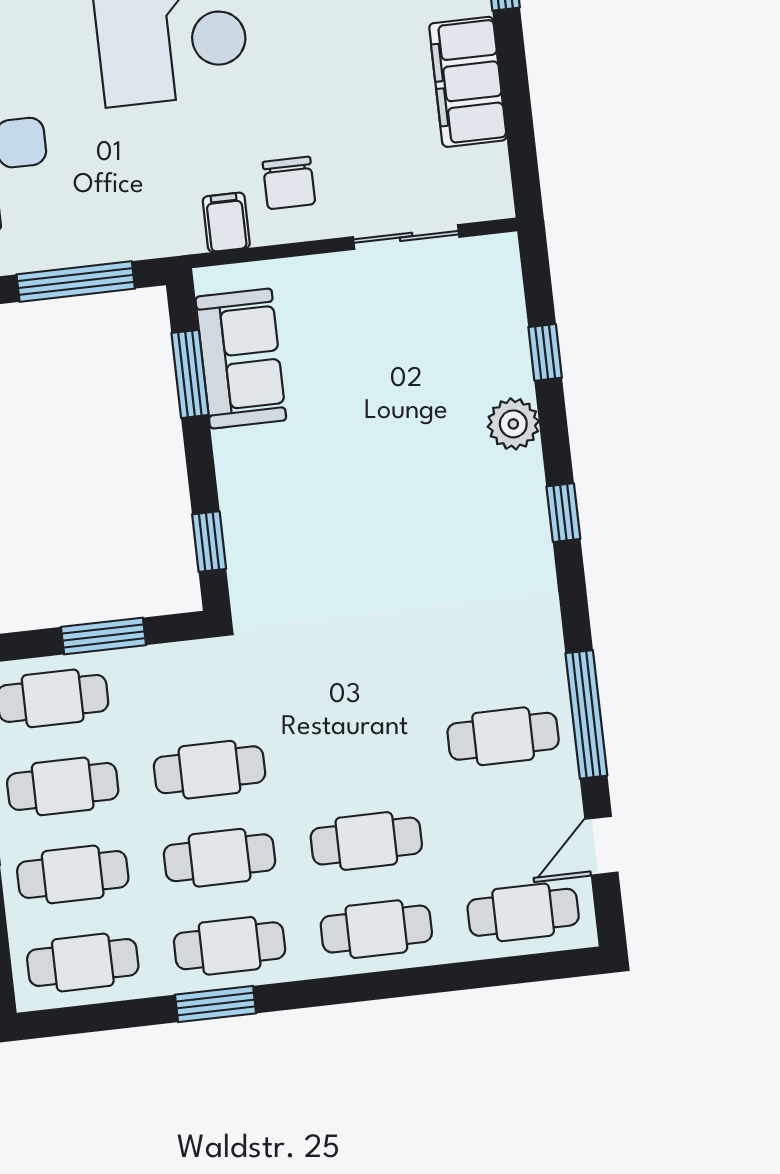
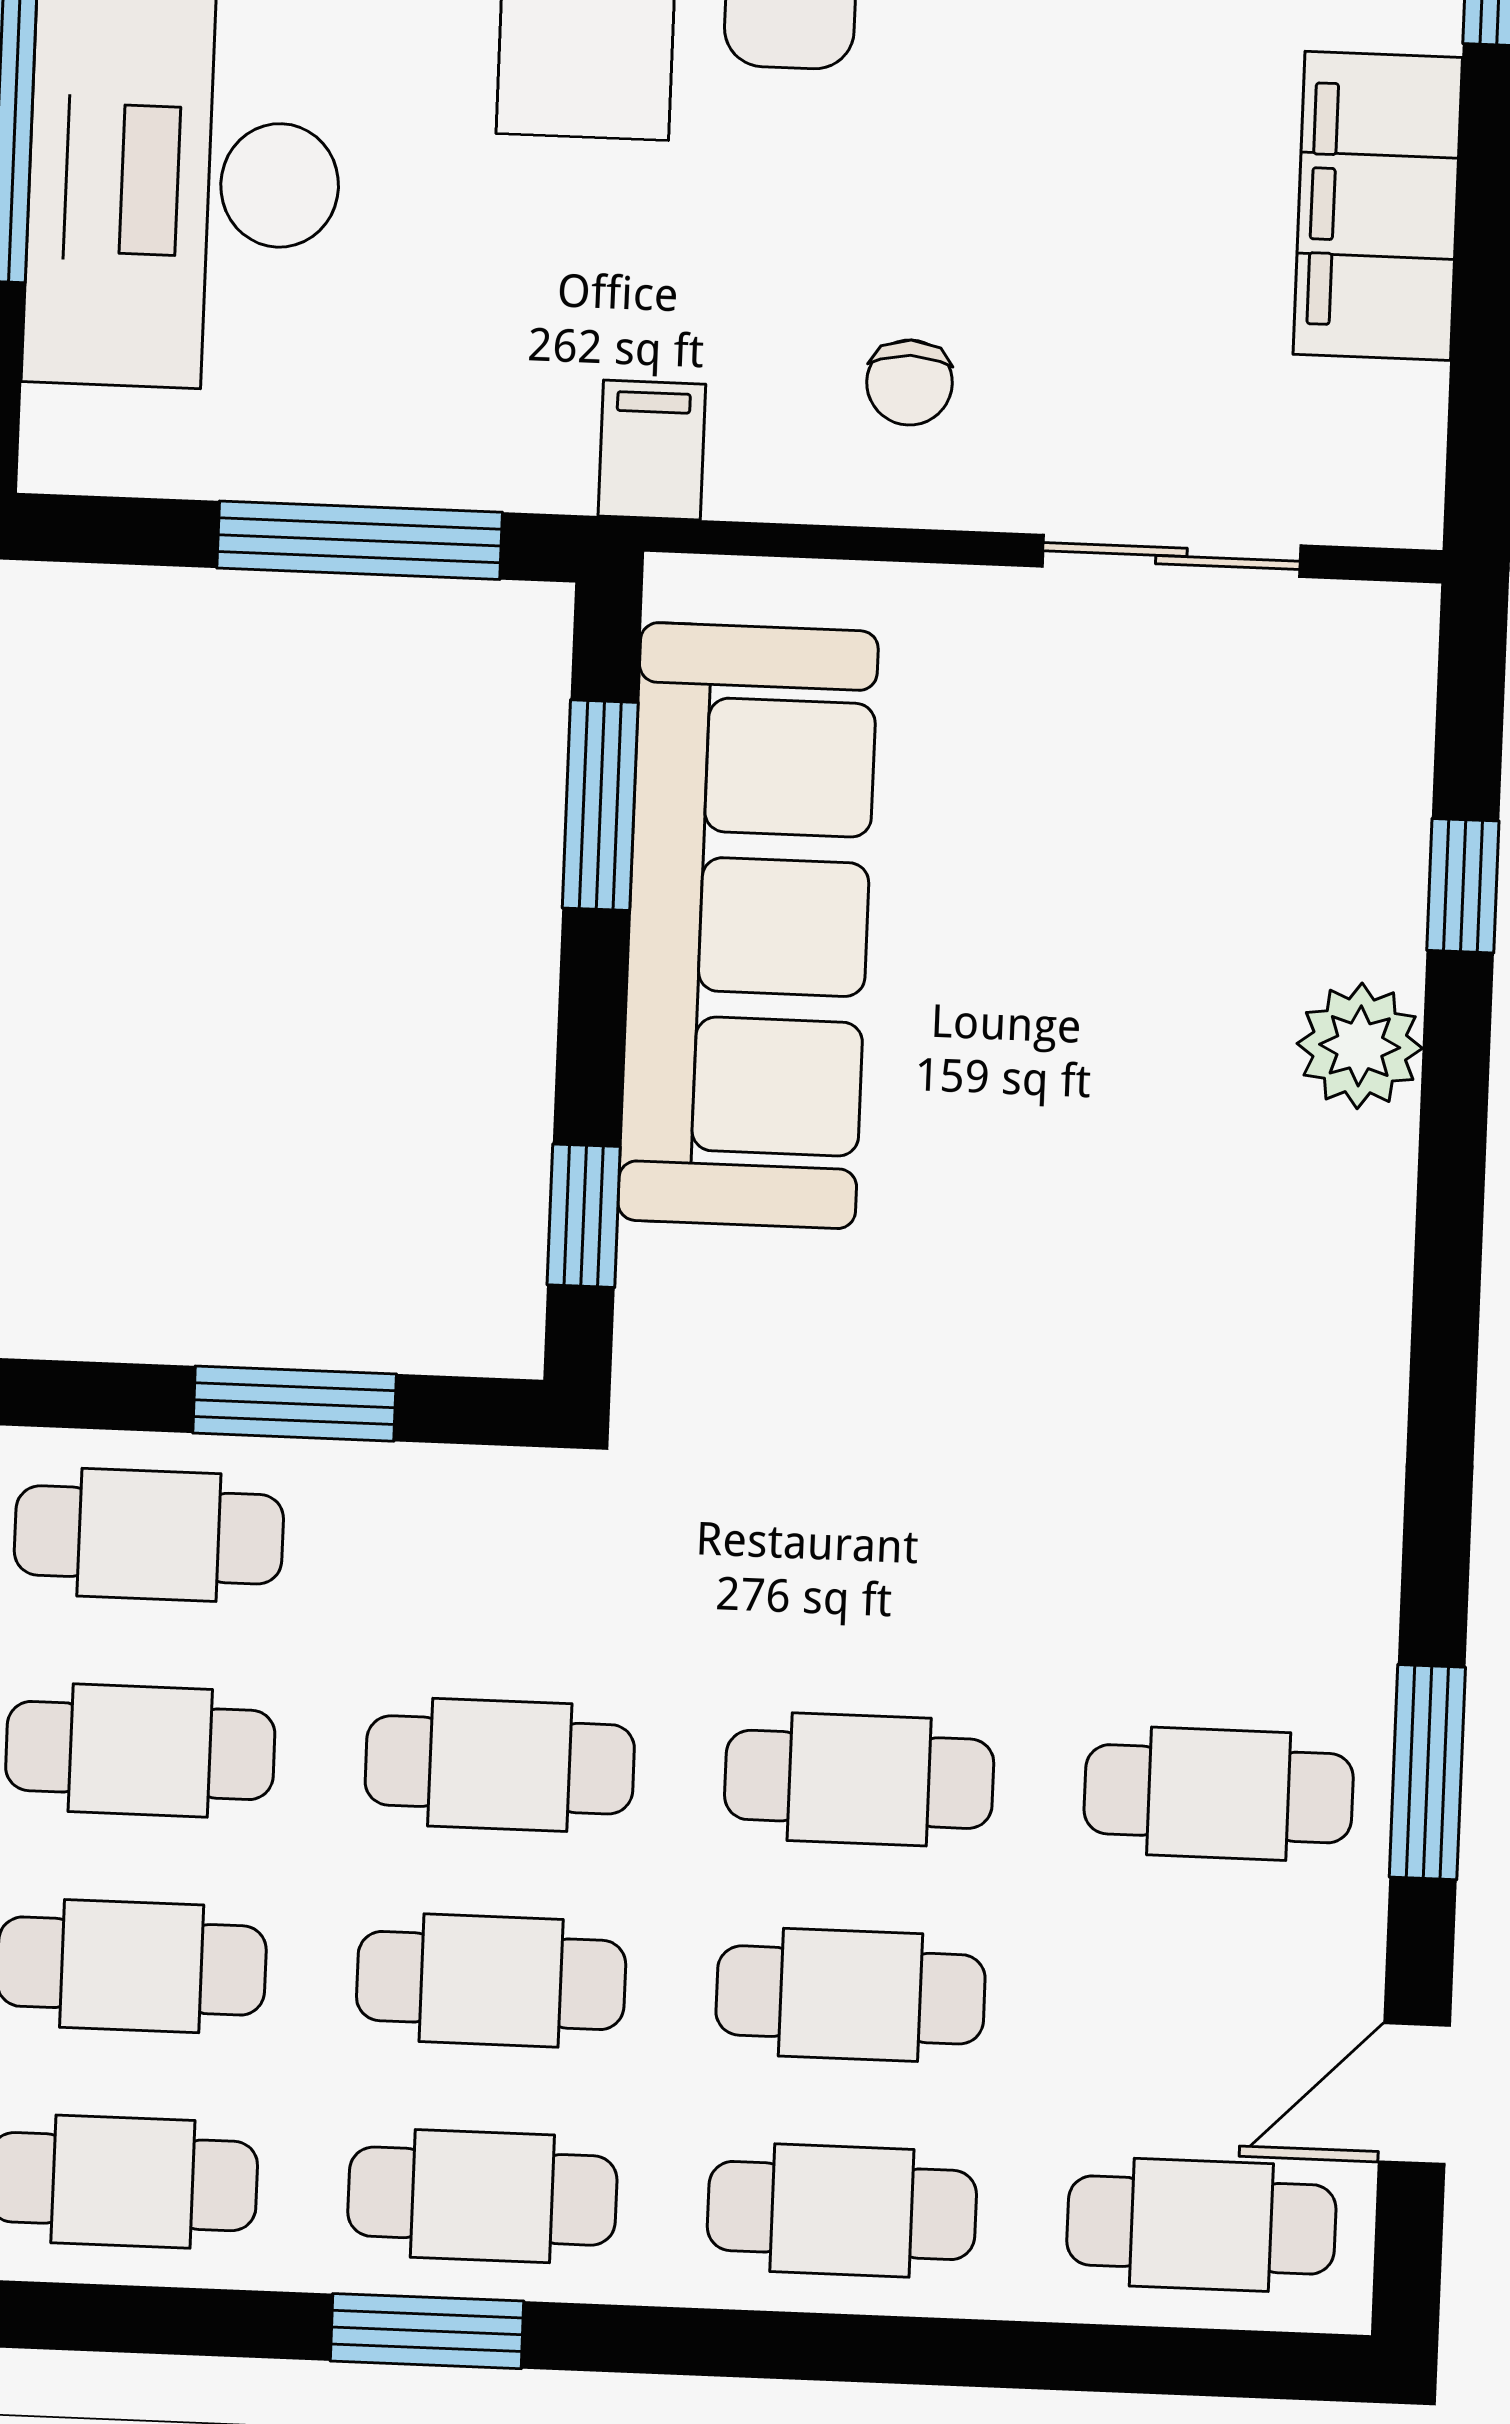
chair: (289, 183) -> (910, 383), width x0.73, depth x0.73
filing cabinet: (226, 222) -> (652, 450), moved
sofa: (241, 359) -> (748, 926), width x1.85, depth x1.27
window: (563, 513) -> (1447, 1278), removed
window: (586, 714) -> (1427, 1772), width x0.69
cafe table: (356, 753) -> (859, 1779), added

